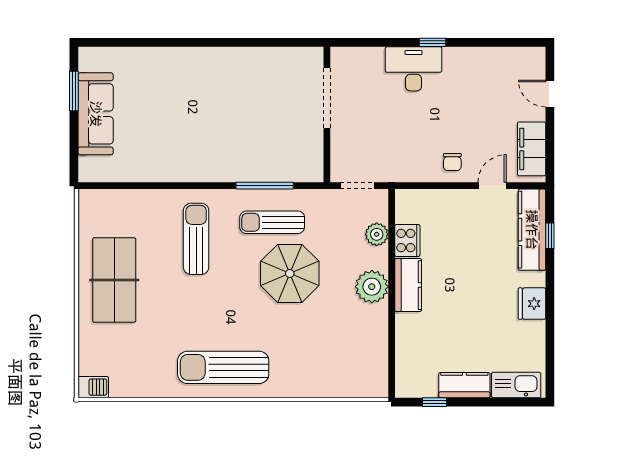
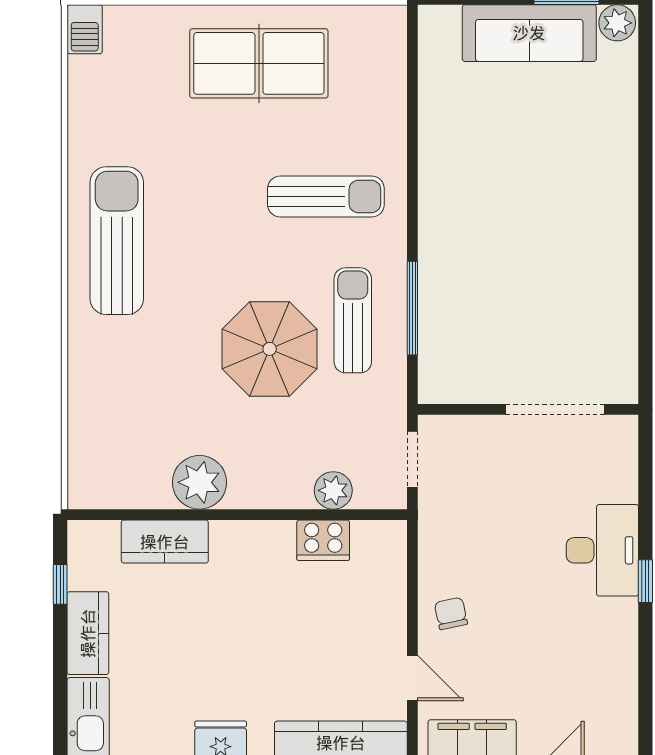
plant: (89, 60) -> (617, 23), added
chair: (452, 162) -> (451, 613), turned 78
kitchen counter: (408, 285) -> (165, 542), moved
plant: (372, 287) -> (200, 482), moved

